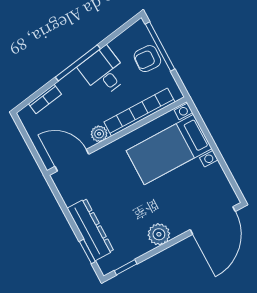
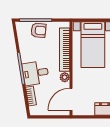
armchair: (147, 59) -> (39, 30), turned -87
desk: (104, 72) -> (36, 73), moved

